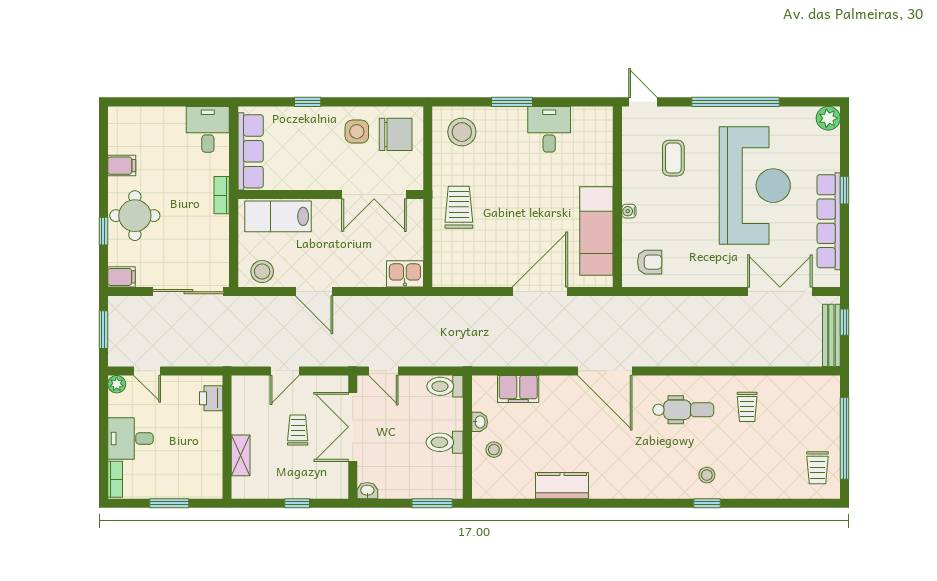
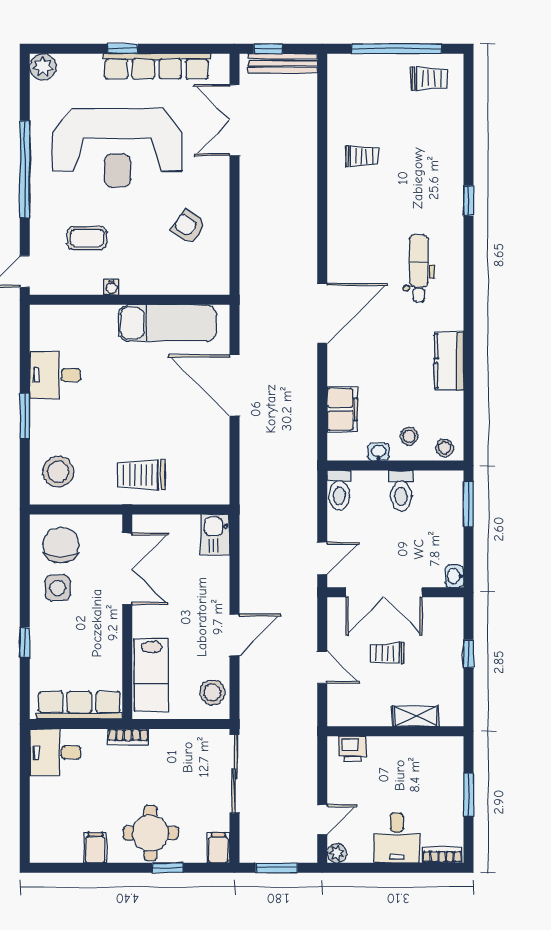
reception desk: (755, 186) -> (117, 148), turned 180
water cooler: (629, 211) -> (111, 287), moved
armchair: (650, 262) -> (189, 227), moved, turned -56
dental chair: (683, 410) -> (419, 268), moved
stool: (707, 475) -> (445, 448), moved

